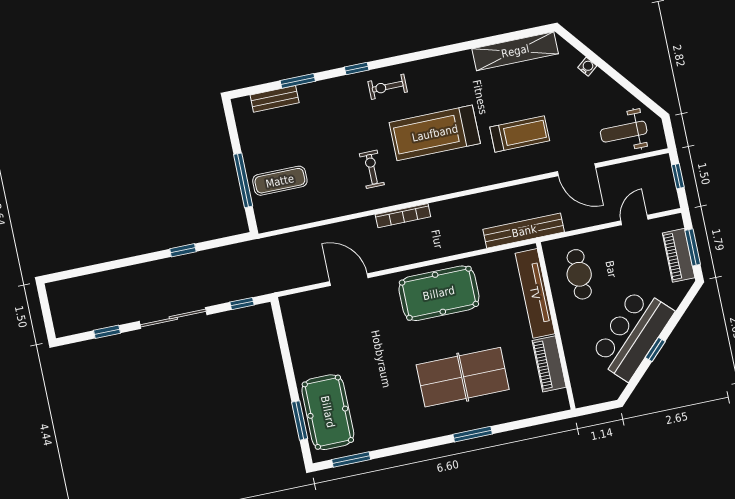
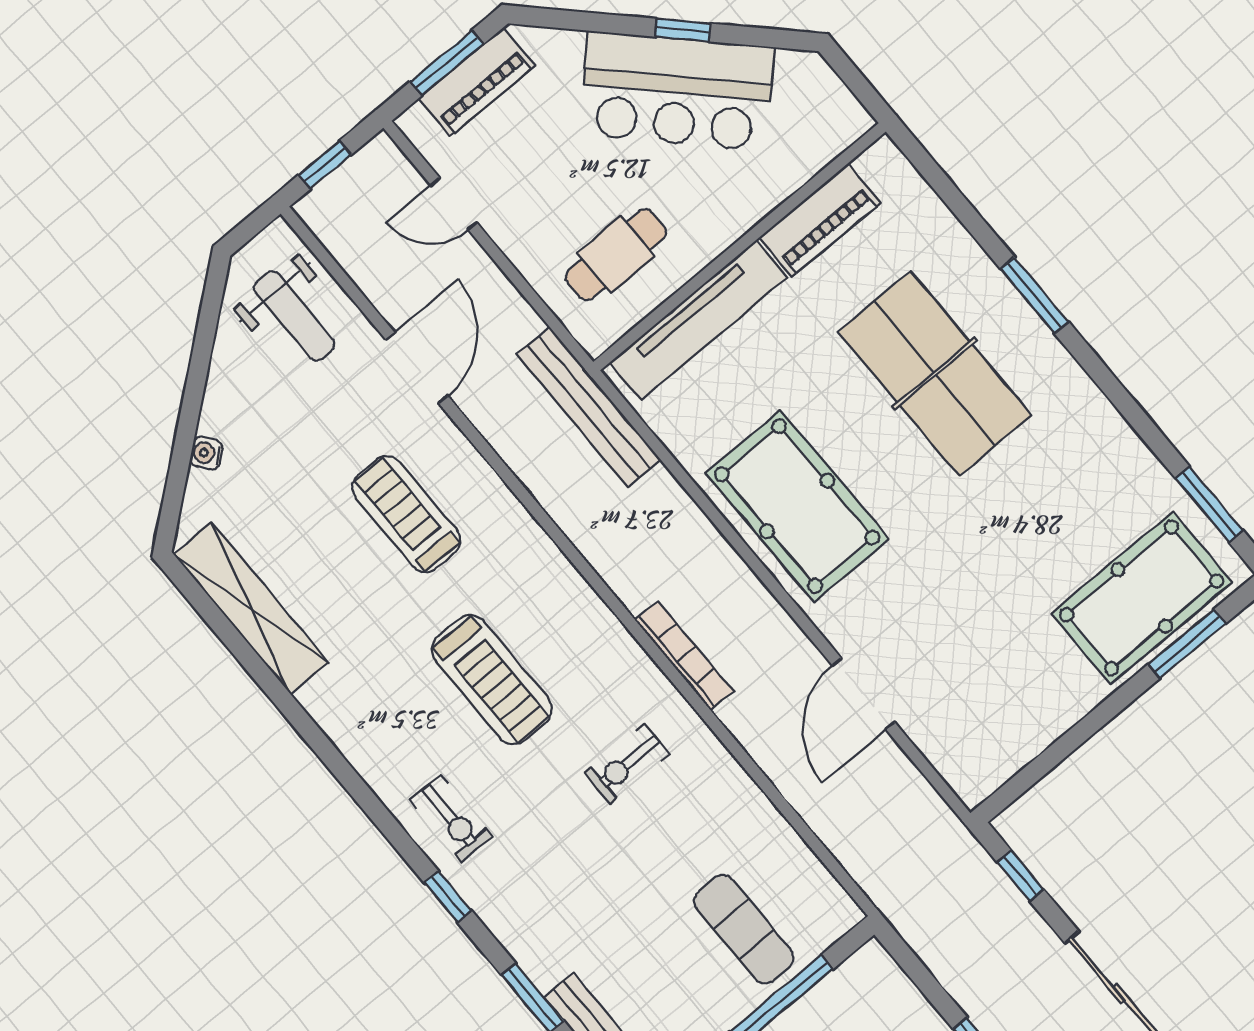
treadmill: (435, 133) -> (492, 680), width x0.73, depth x0.73

